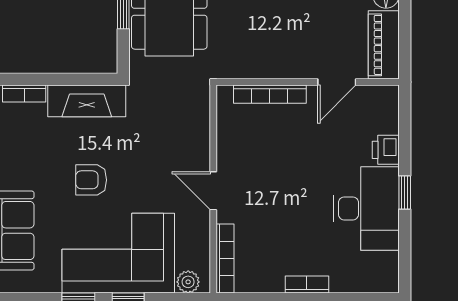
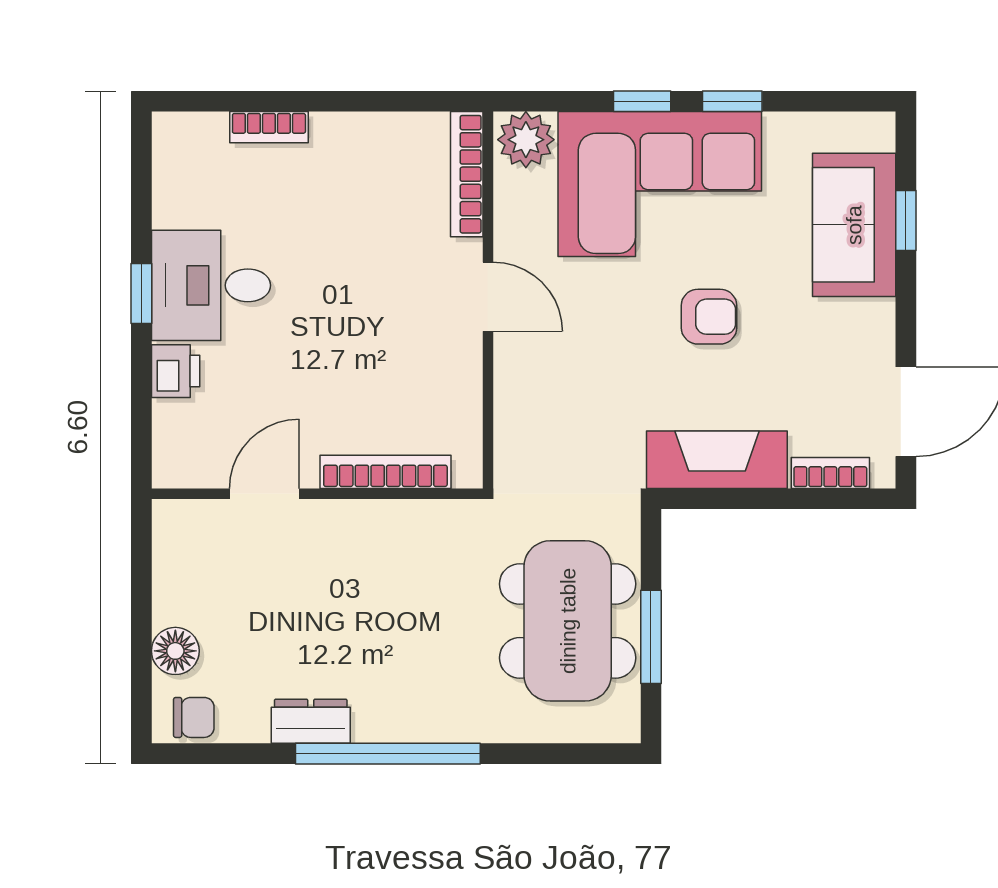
piano: (384, 45) -> (179, 561), removed
desk: (366, 208) -> (211, 285), width x0.73
plant: (188, 282) -> (526, 140), width x1.38, depth x1.38
bookcase: (307, 285) -> (269, 127), moved

